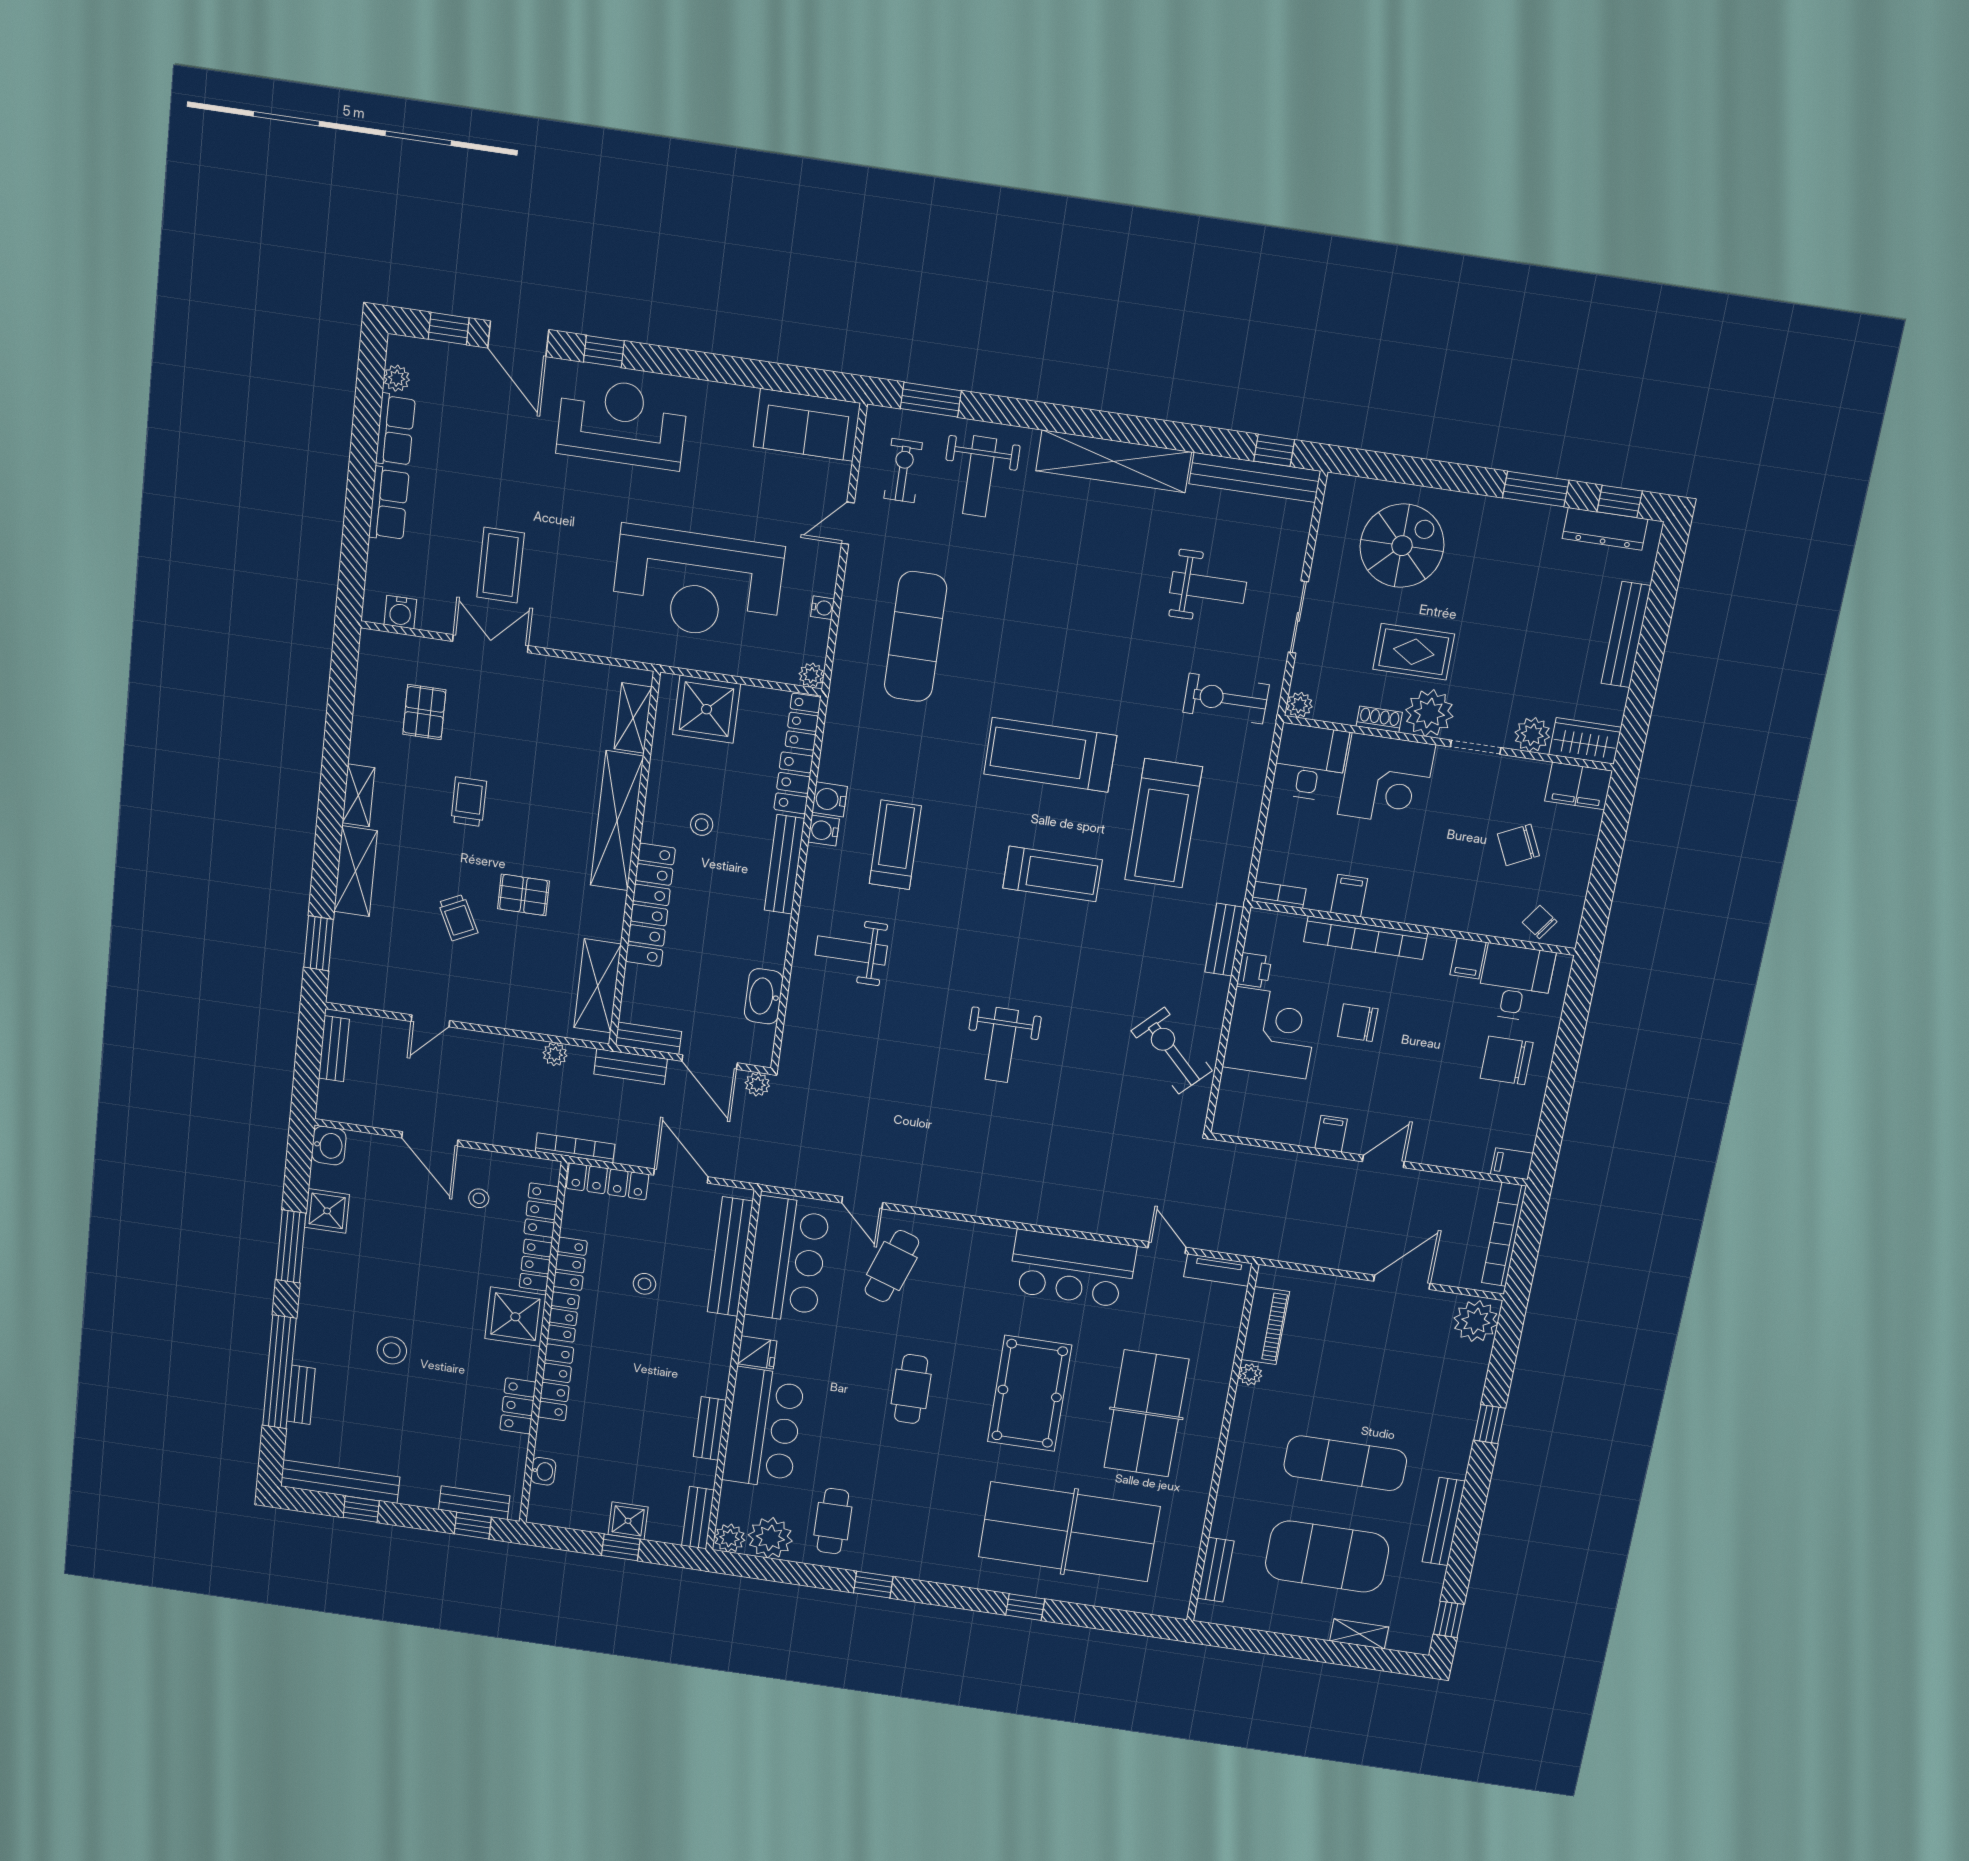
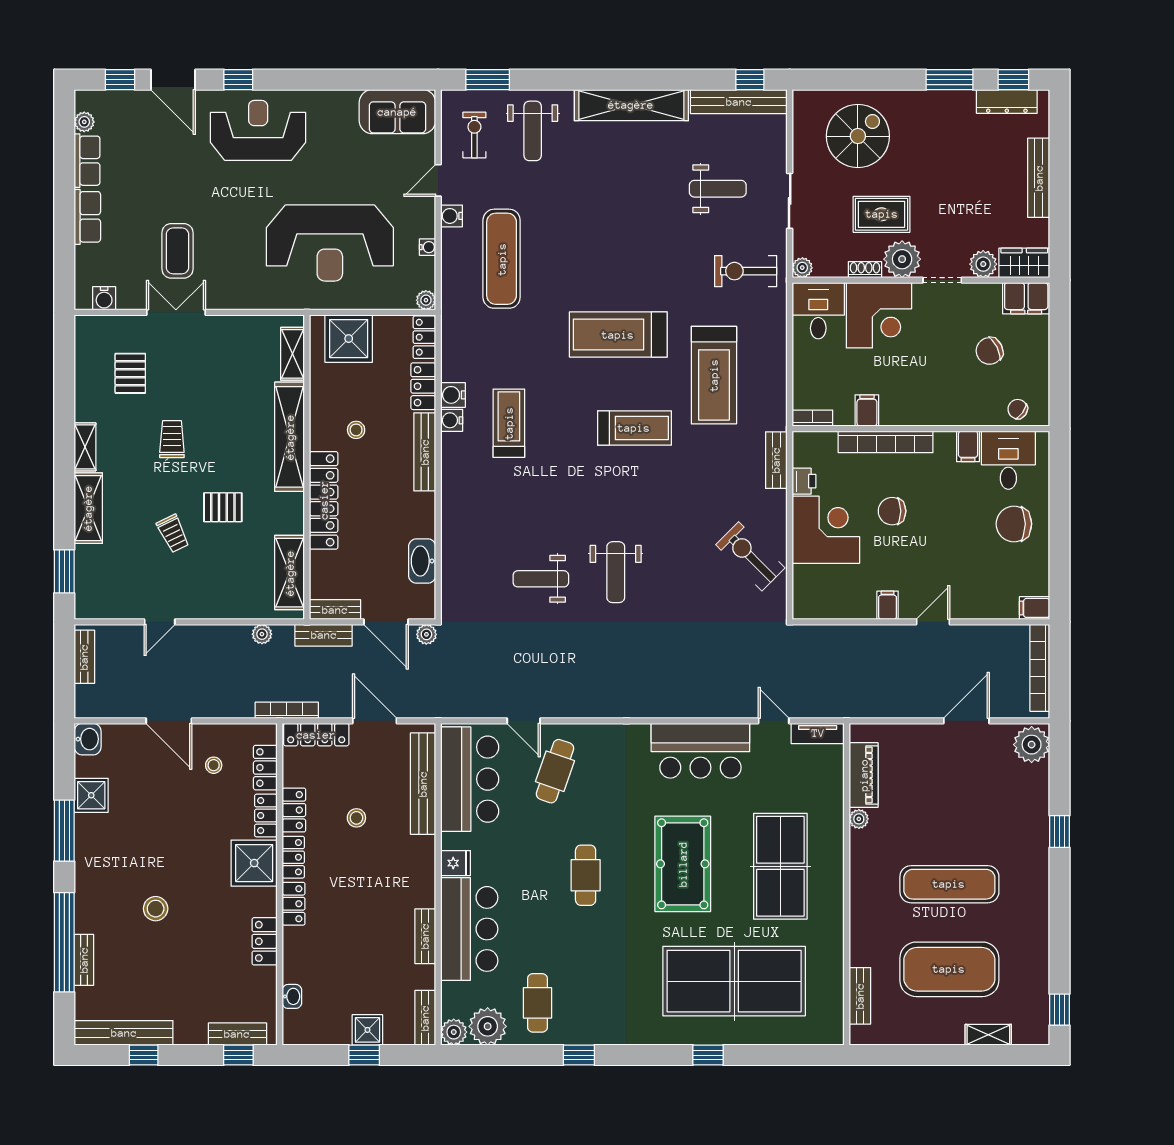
water cooler: (859, 572) -> (452, 216), added
weight bench: (851, 951) -> (541, 579), moved
locker: (556, 1382) -> (294, 904), width x0.66
bench: (1444, 1522) -> (1039, 923), removed

